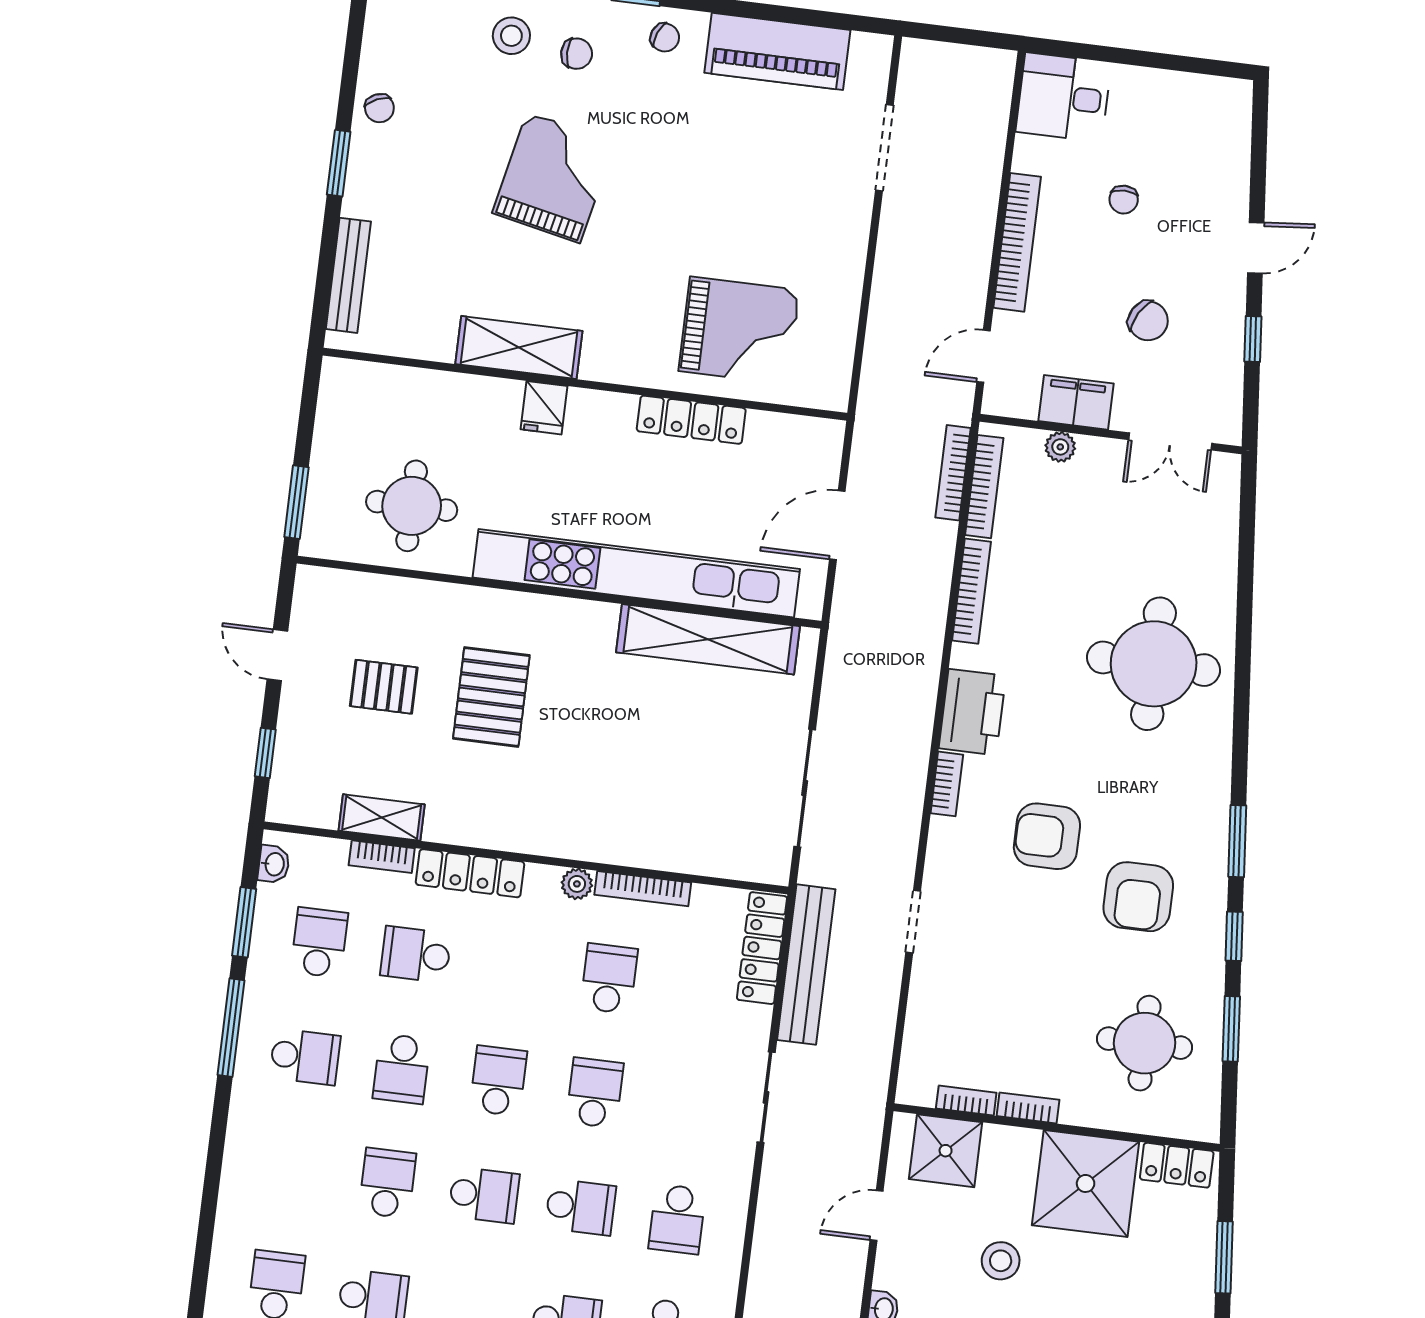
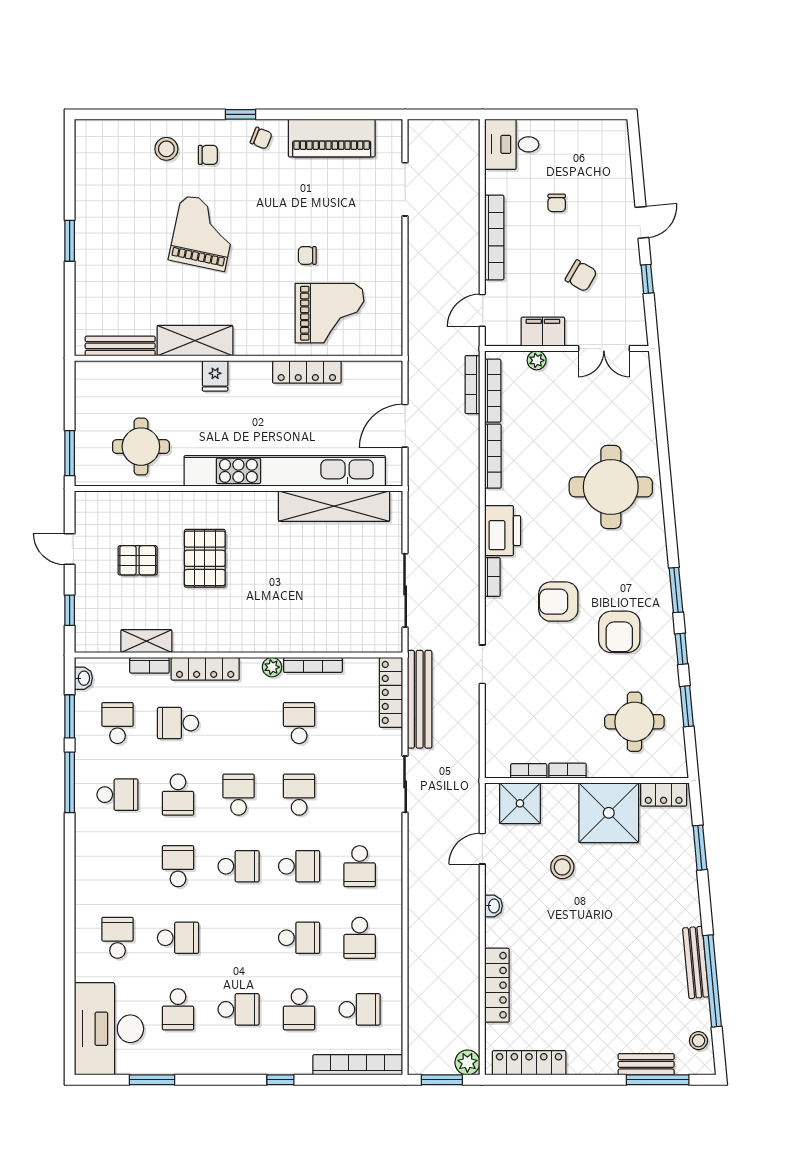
chair: (379, 108) -> (307, 255), moved, turned 114
bench: (348, 275) -> (120, 346), moved, turned 90

